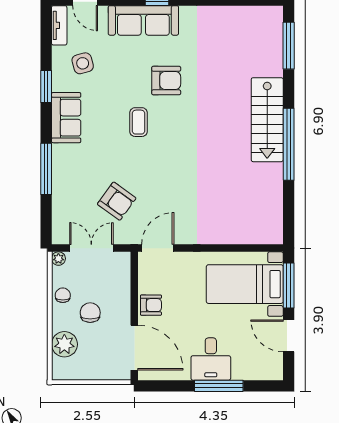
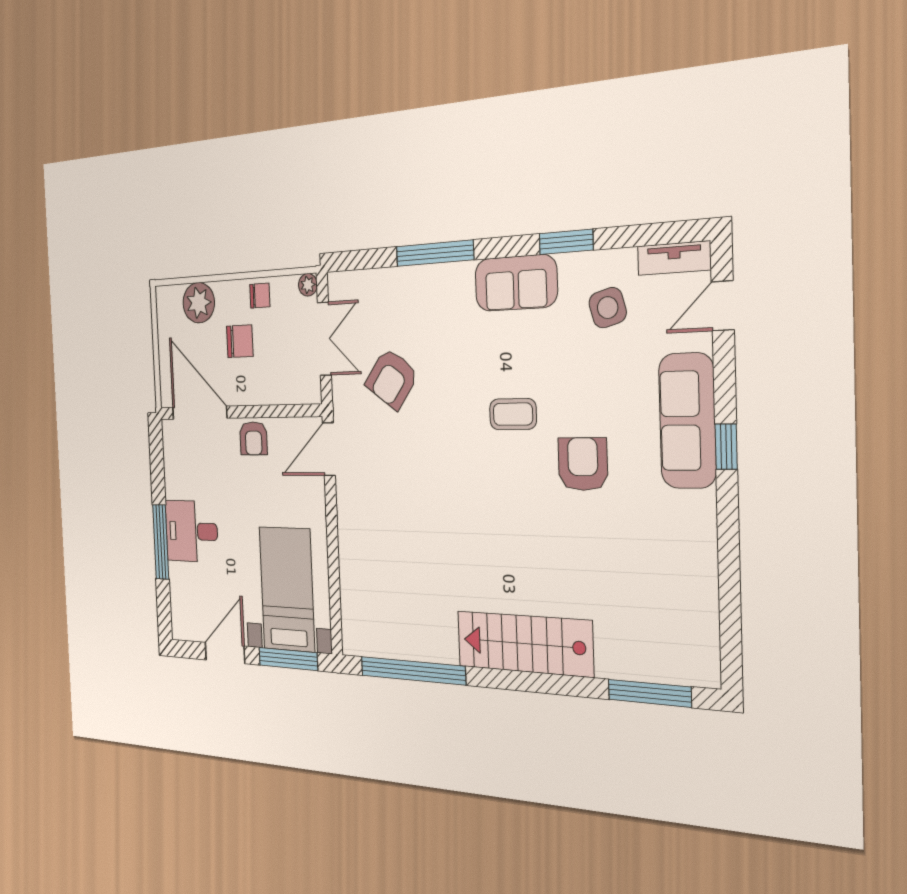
armchair: (166, 81) -> (583, 464), turned 180
window: (289, 144) -> (413, 671), moved
door: (158, 248) -> (329, 449), swing flipped
door: (134, 348) -> (200, 413), swing flipped

